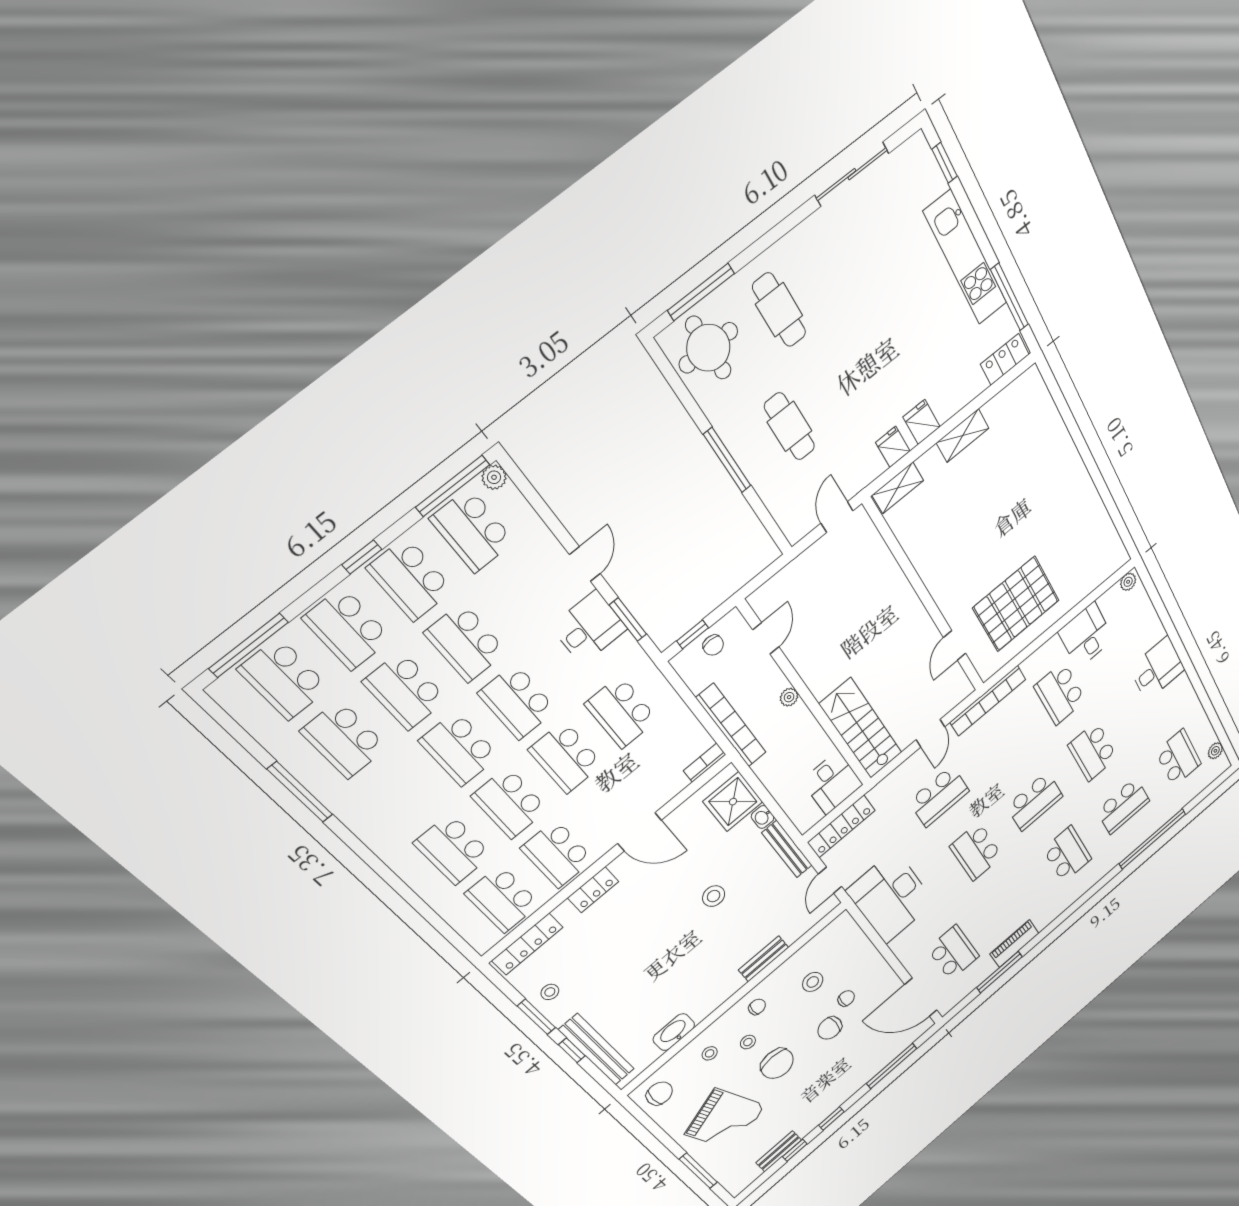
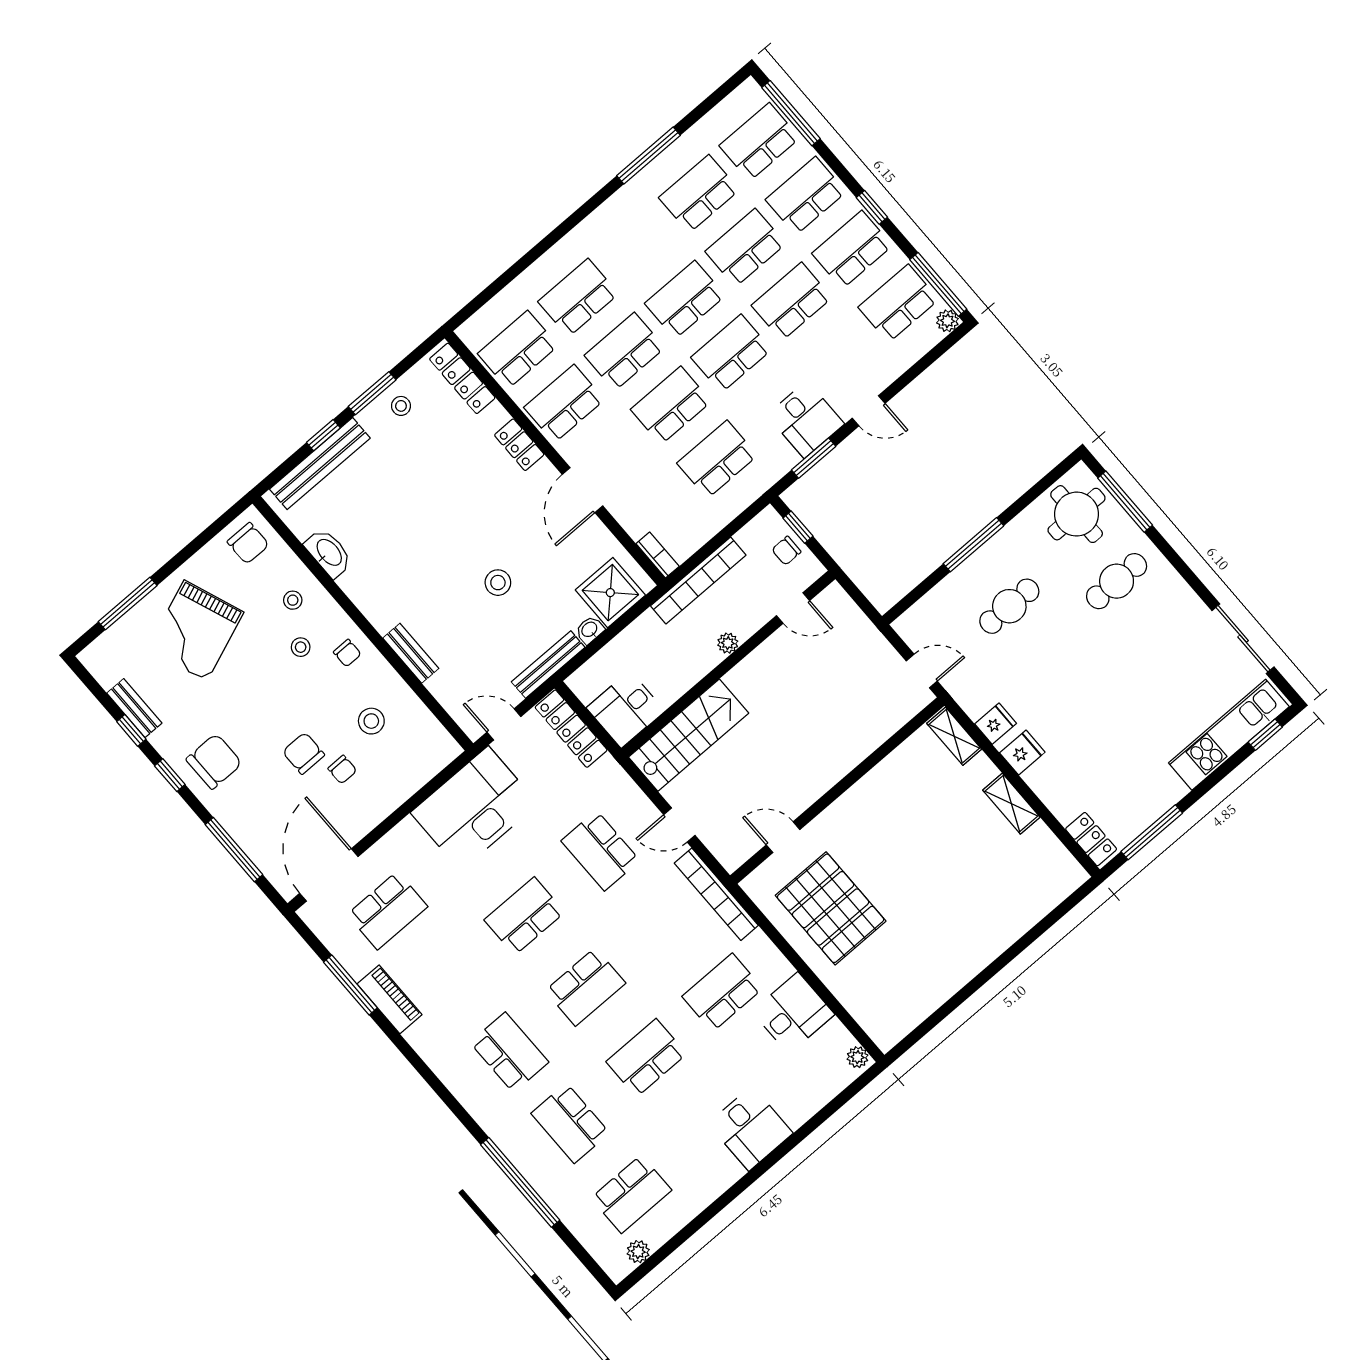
kitchen unit: (965, 258) -> (1229, 735), moved
school desk: (1035, 801) -> (585, 987), turned -90
school desk: (1067, 854) -> (509, 1052), turned -90
chair: (777, 1064) -> (214, 761), moved, turned 180

